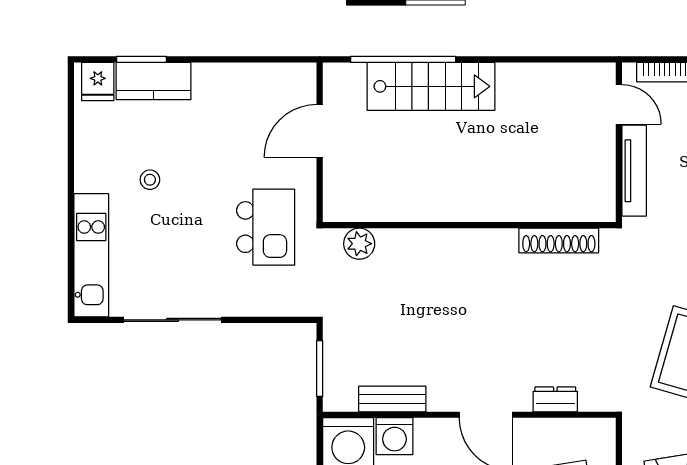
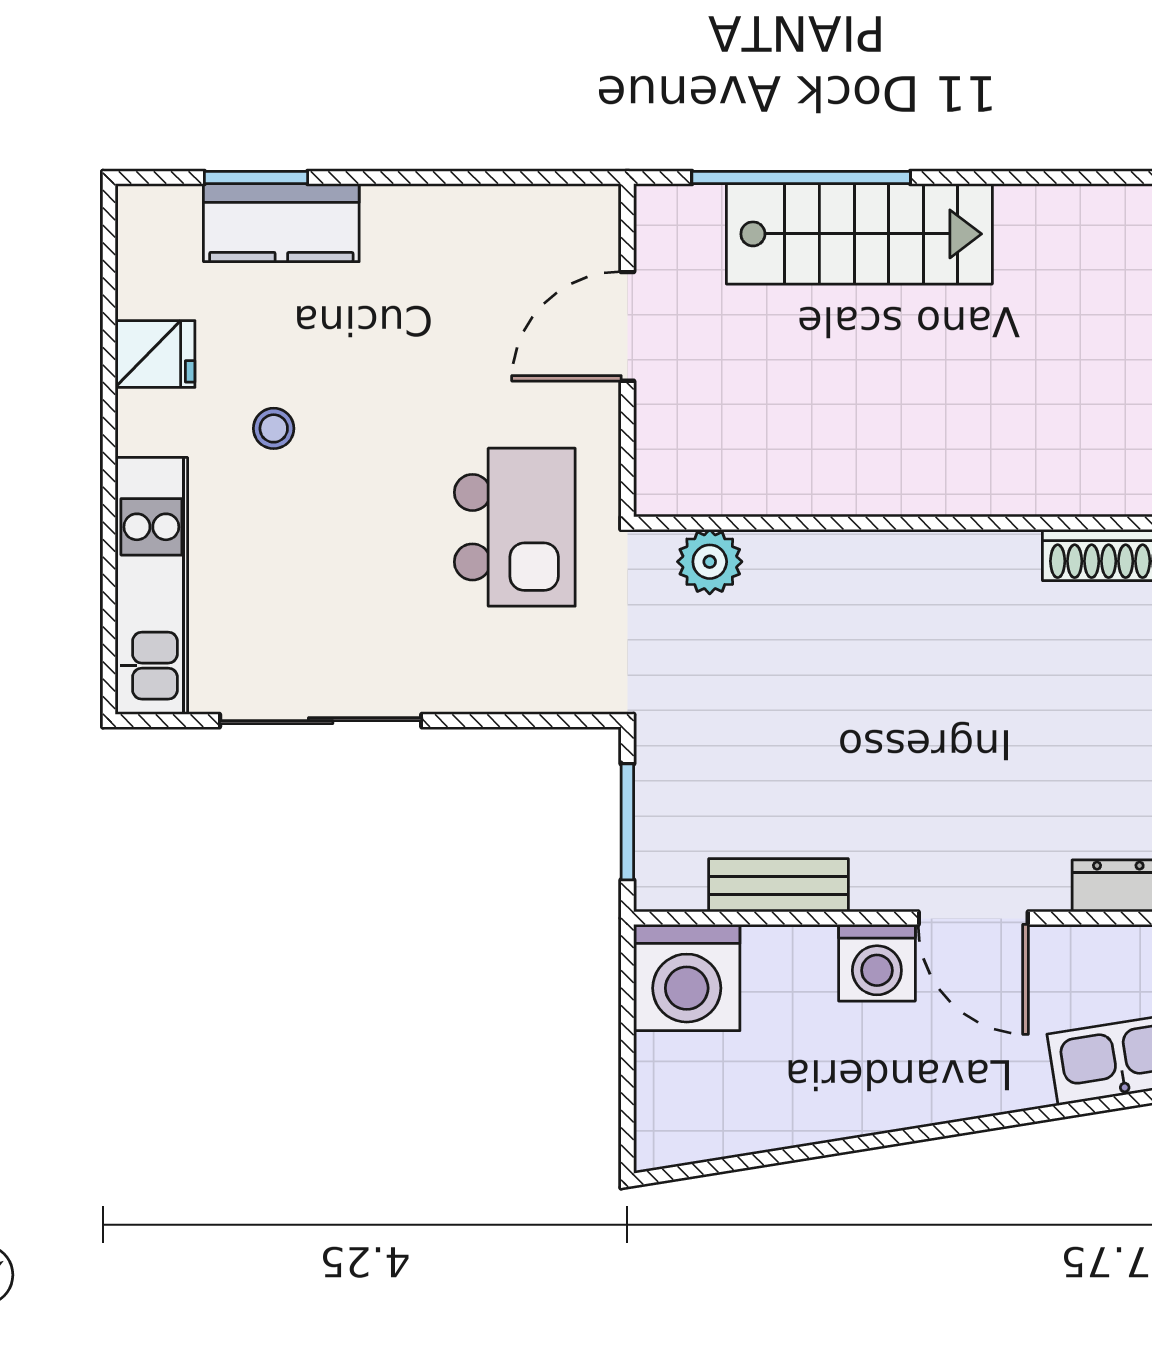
fridge: (98, 81) -> (155, 354), moved, turned -90
washing machine: (394, 436) -> (877, 963), moved

